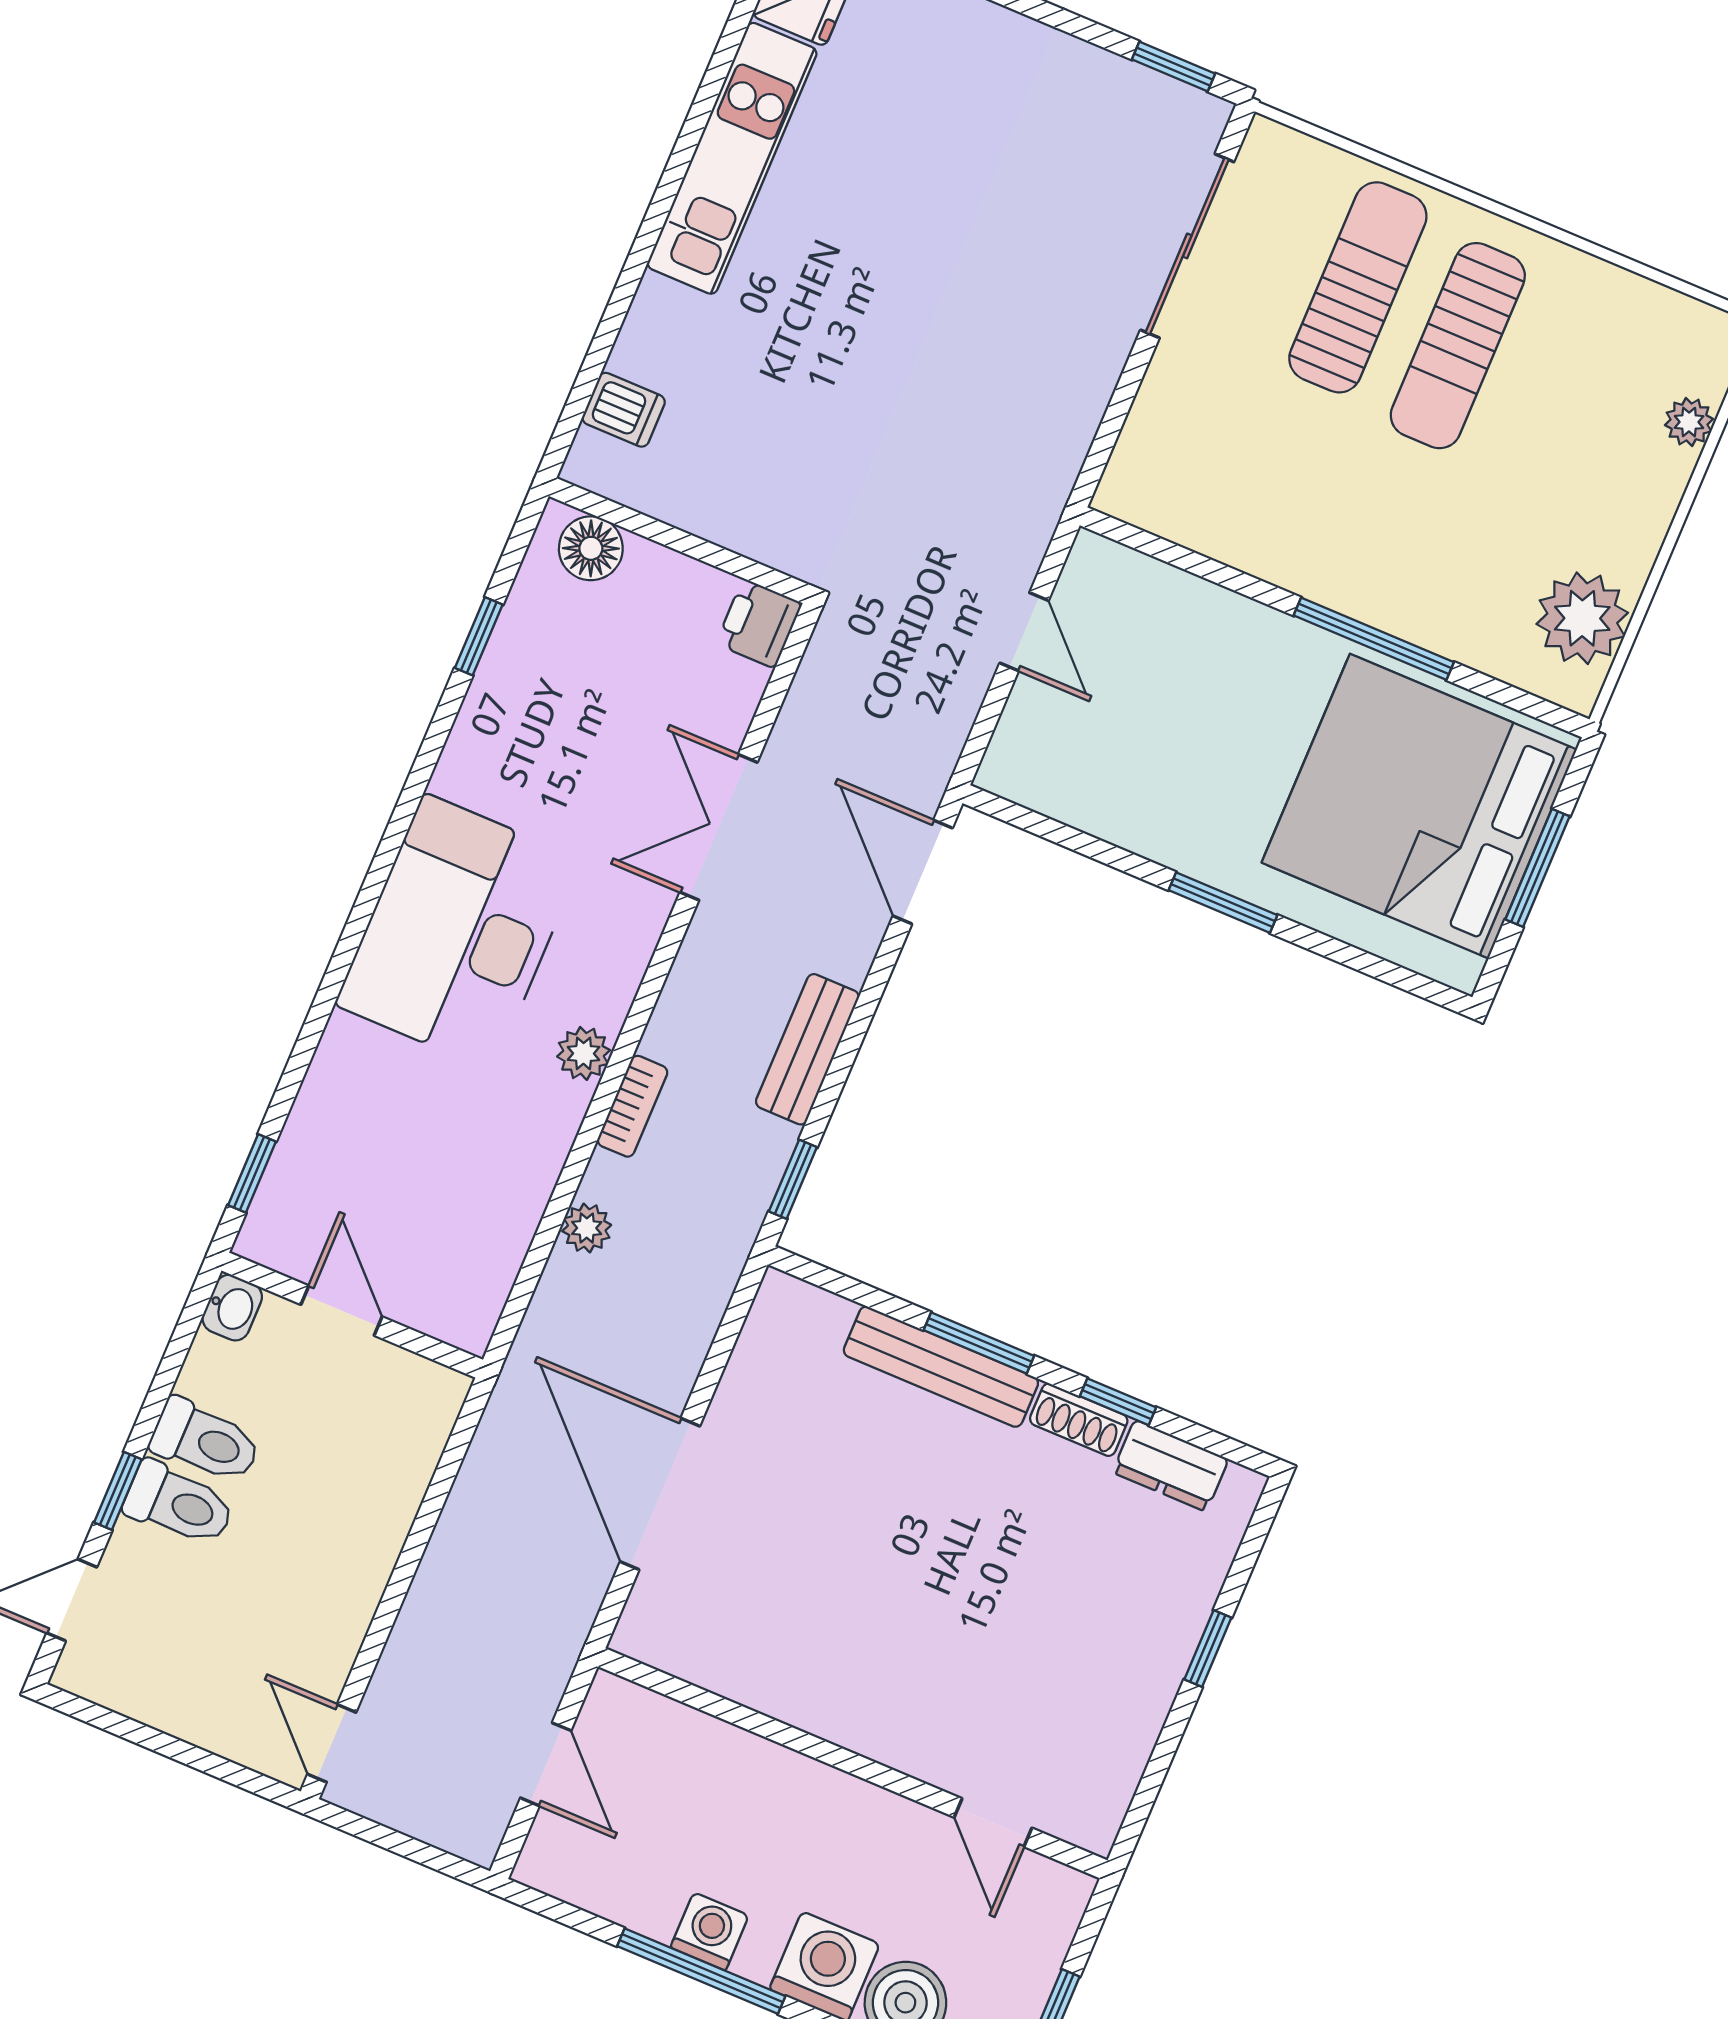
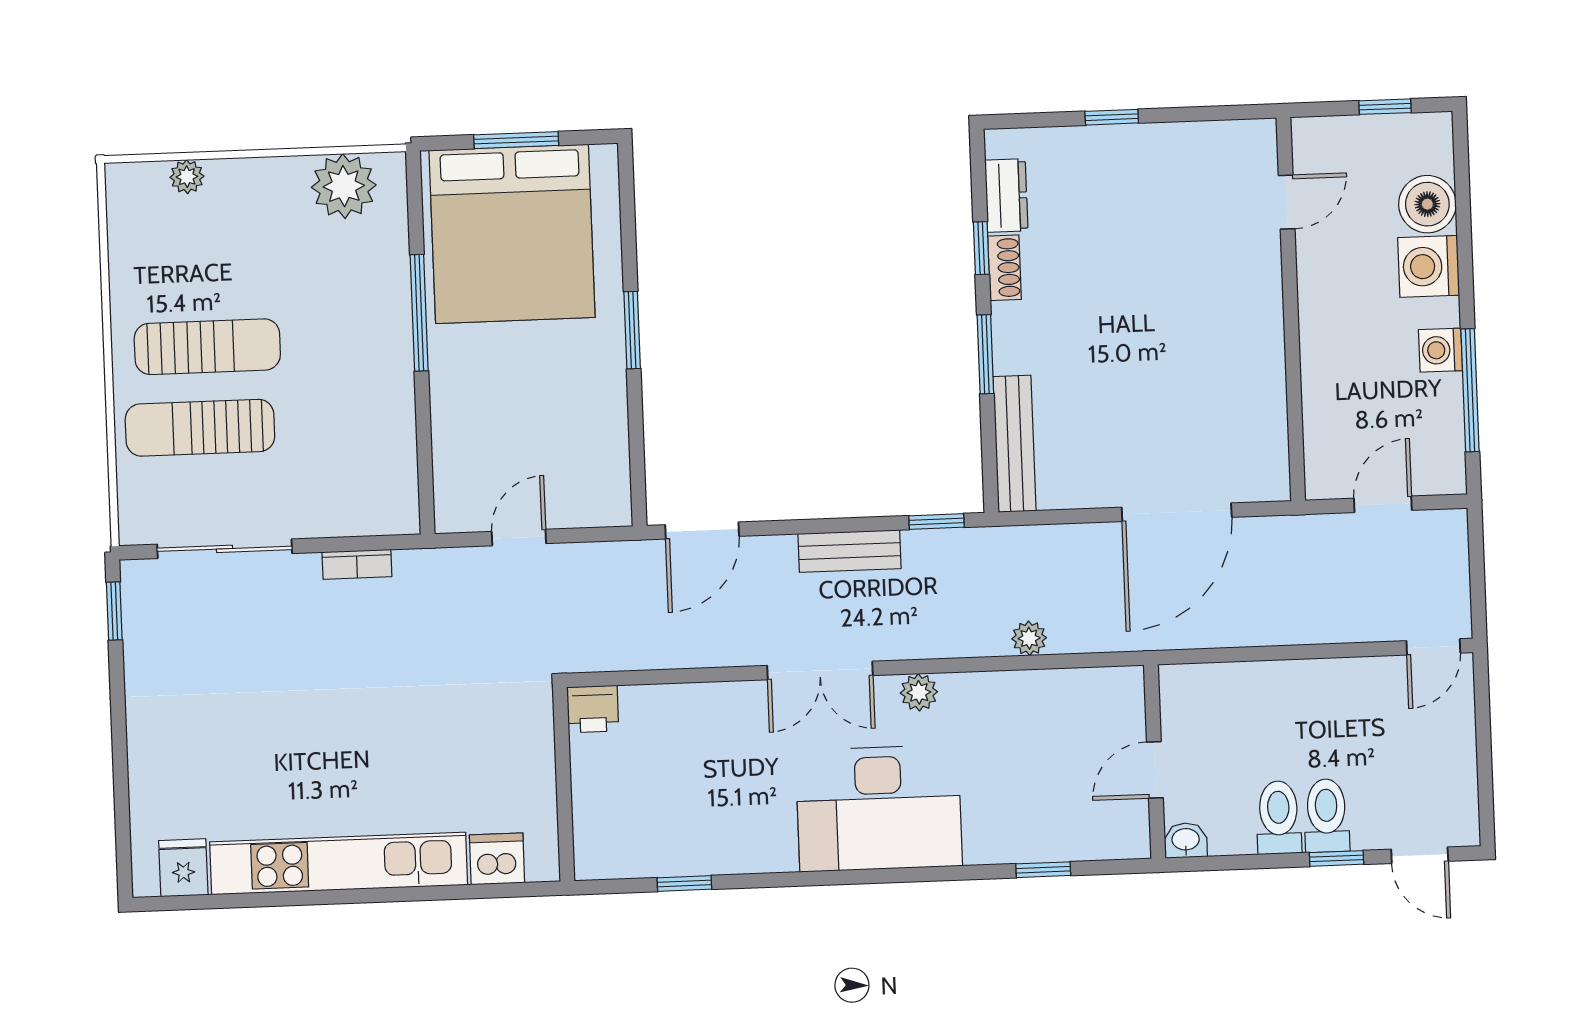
kitchen unit: (732, 158) -> (339, 864), width x1.36
dishwasher: (624, 410) -> (497, 859), width x1.38
floor lamp: (591, 548) -> (595, 838), removed
double door: (719, 827) -> (820, 671), moved
bookcase: (633, 1106) -> (357, 564), moved, turned 180
window: (252, 1173) -> (1043, 870), moved
bench: (941, 1367) -> (1015, 444), moved
window: (701, 1971) -> (1470, 390), moved

